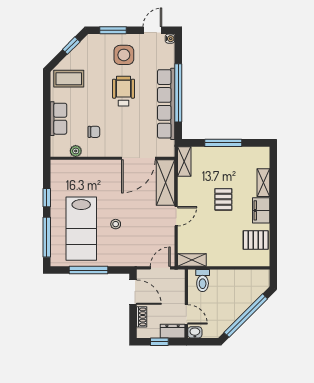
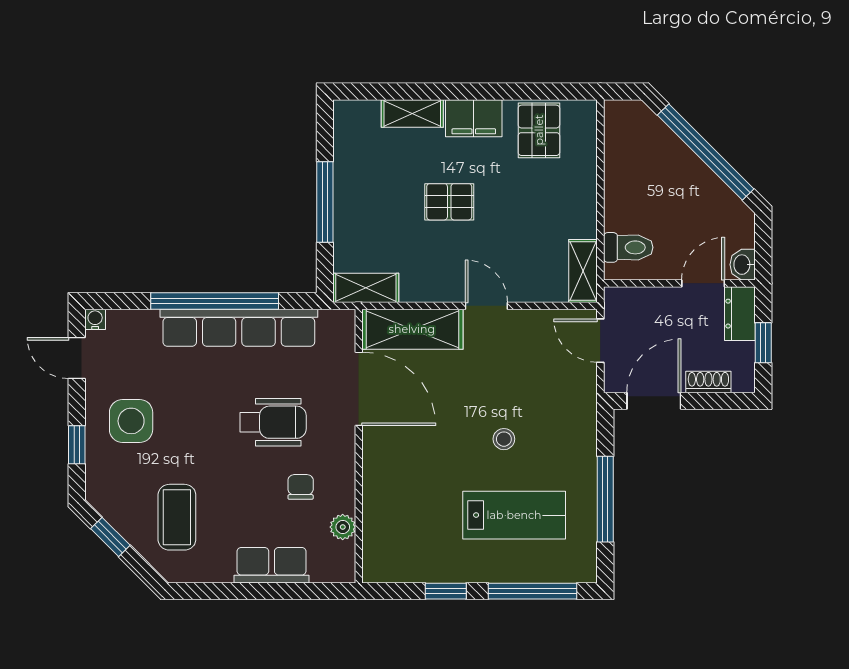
window: (113, 30) -> (77, 445), width x0.67
coffee table: (69, 79) -> (177, 517), moved
wheelchair: (124, 91) -> (273, 422), moved, turned 180
lab bench: (81, 229) -> (514, 515), width x0.73, depth x0.72

